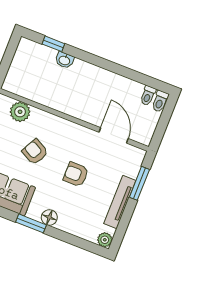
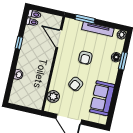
window: (53, 44) -> (19, 43), moved
door: (114, 135) -> (59, 39), hinge flipped
floor lamp: (49, 217) -> (116, 57), moved
window: (31, 223) -> (123, 61), moved

